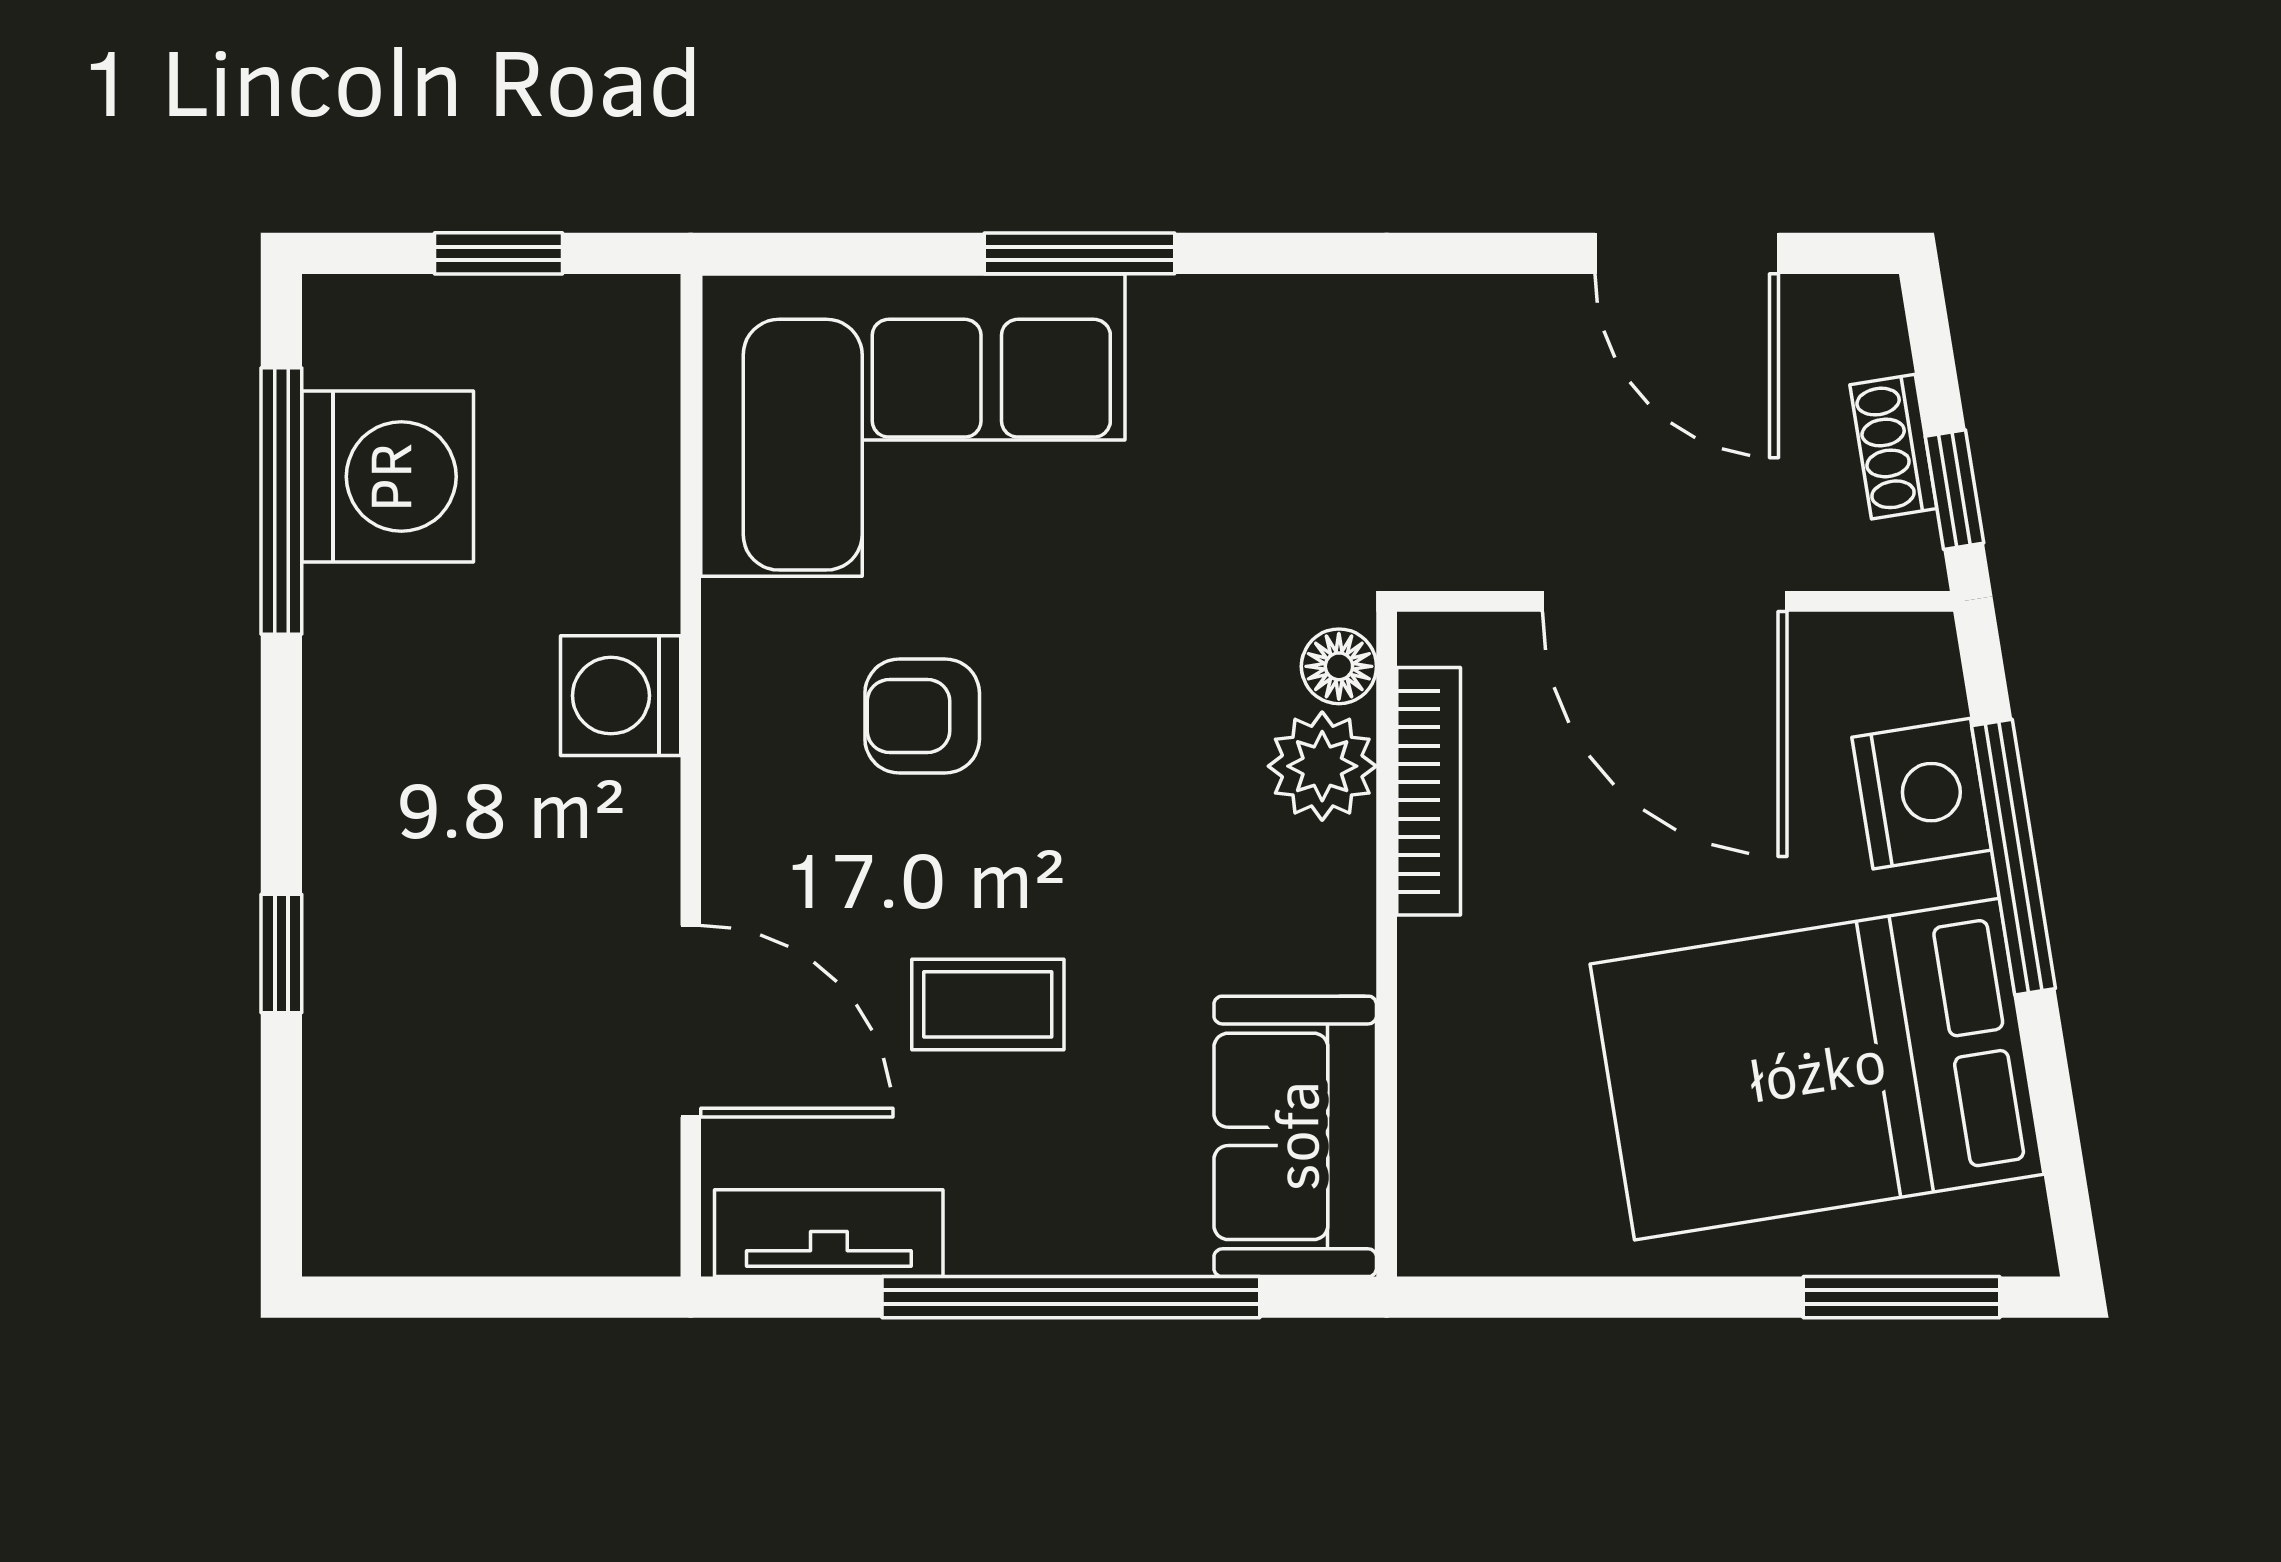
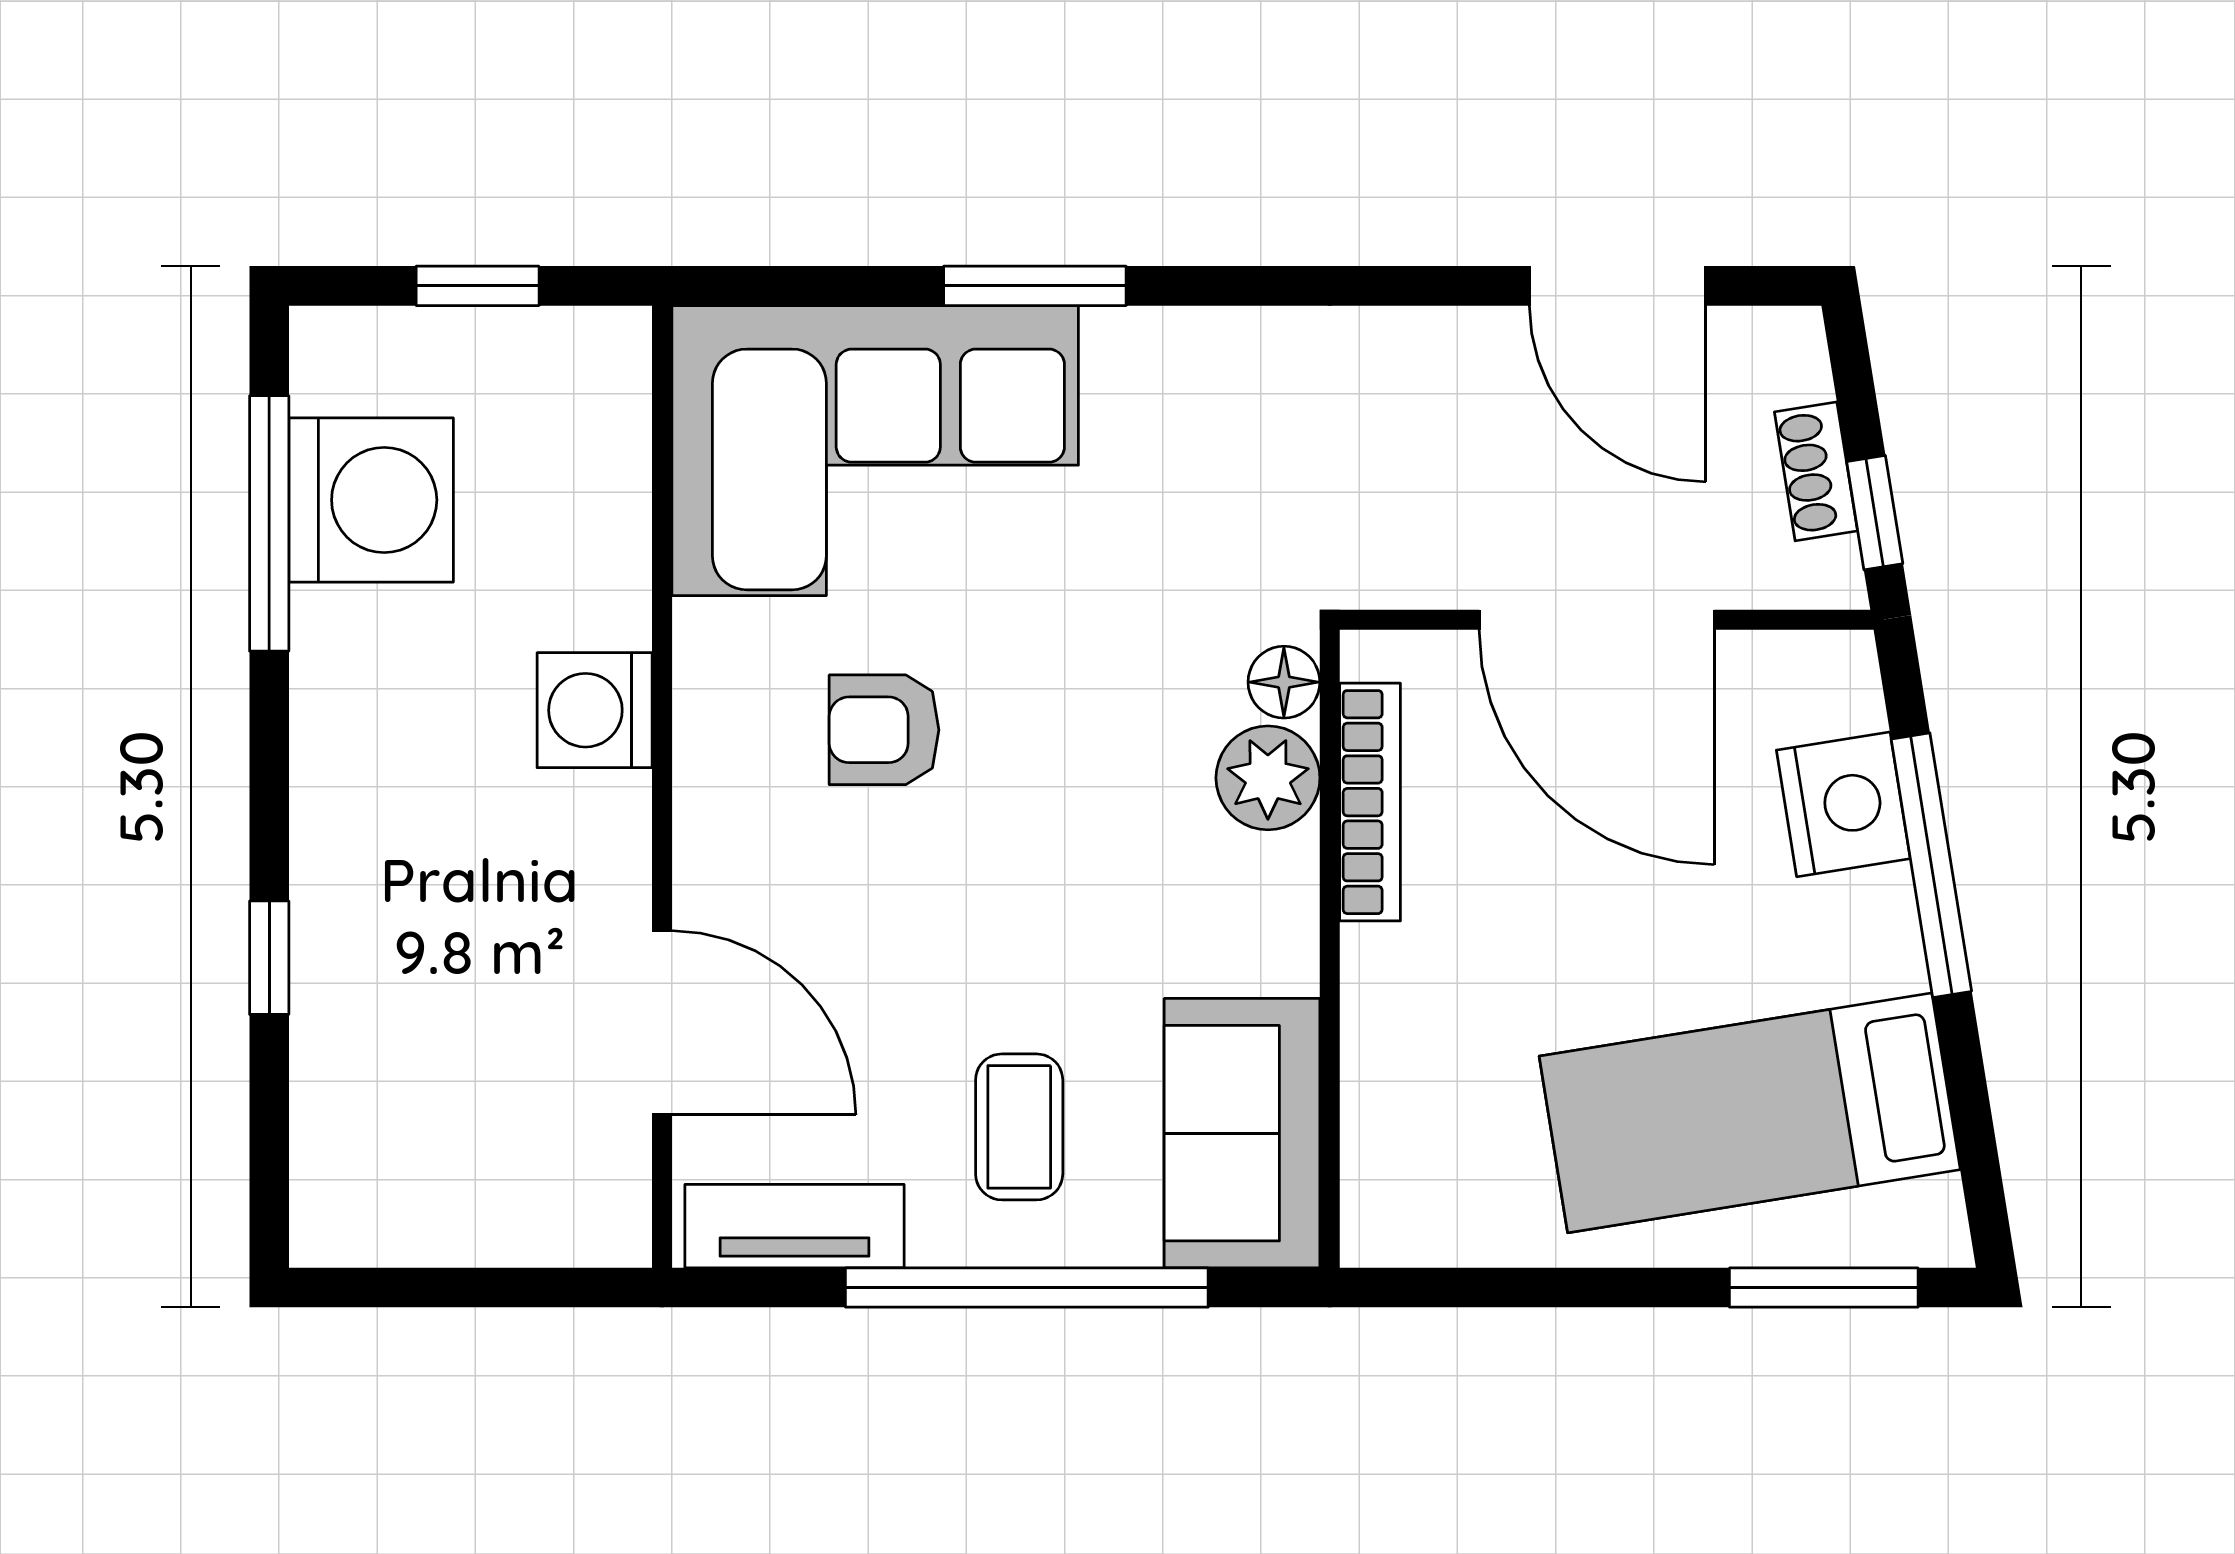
coffee table: (988, 1004) -> (1019, 1127), moved, turned 90
bed: (1817, 1069) -> (1750, 1113), width x0.67

